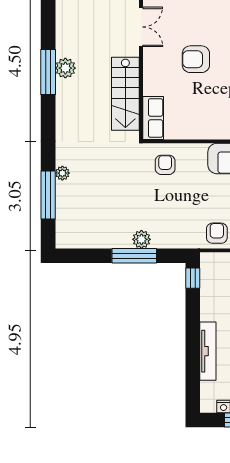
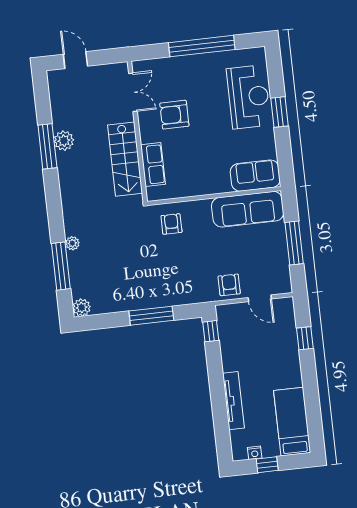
armchair: (196, 59) -> (174, 115), moved
row of seats: (153, 118) -> (153, 165), moved
plant: (141, 239) -> (82, 307), moved

